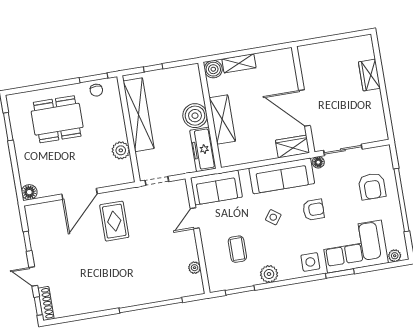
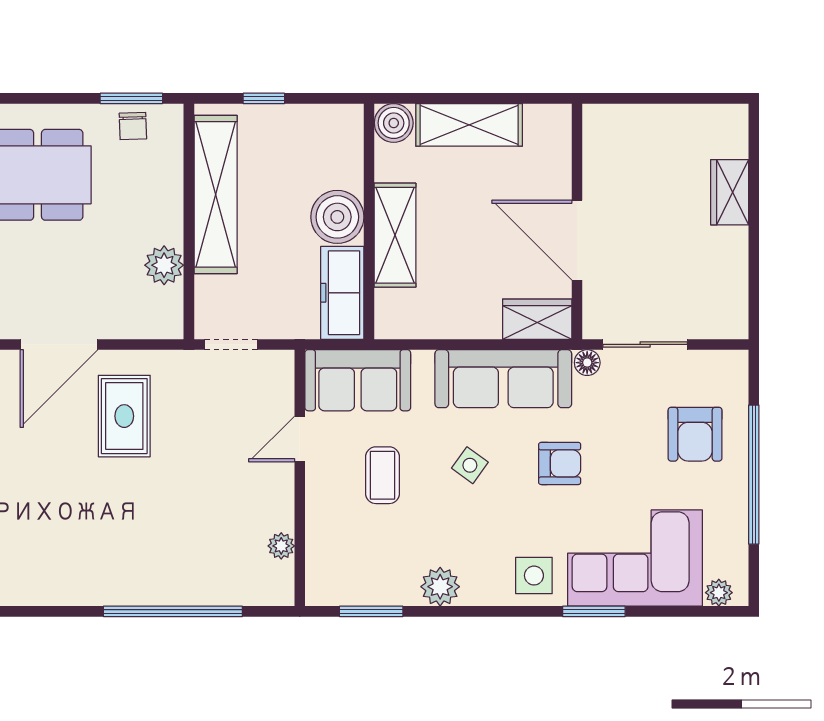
shelving: (239, 63) -> (469, 125), width x1.50, depth x1.33
coffee table: (237, 249) -> (382, 475), moved

